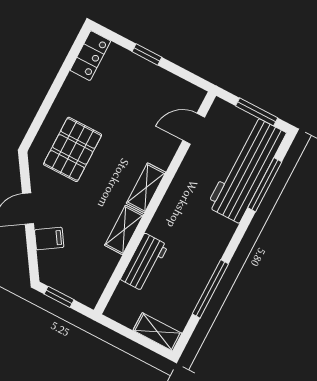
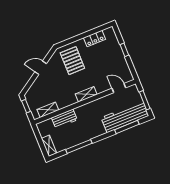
locker: (90, 56) -> (94, 38), moved
pallet: (73, 149) -> (72, 61), turned 90
shelving: (124, 230) -> (48, 110), moved
filing cabinet: (49, 239) -> (39, 84), removed

